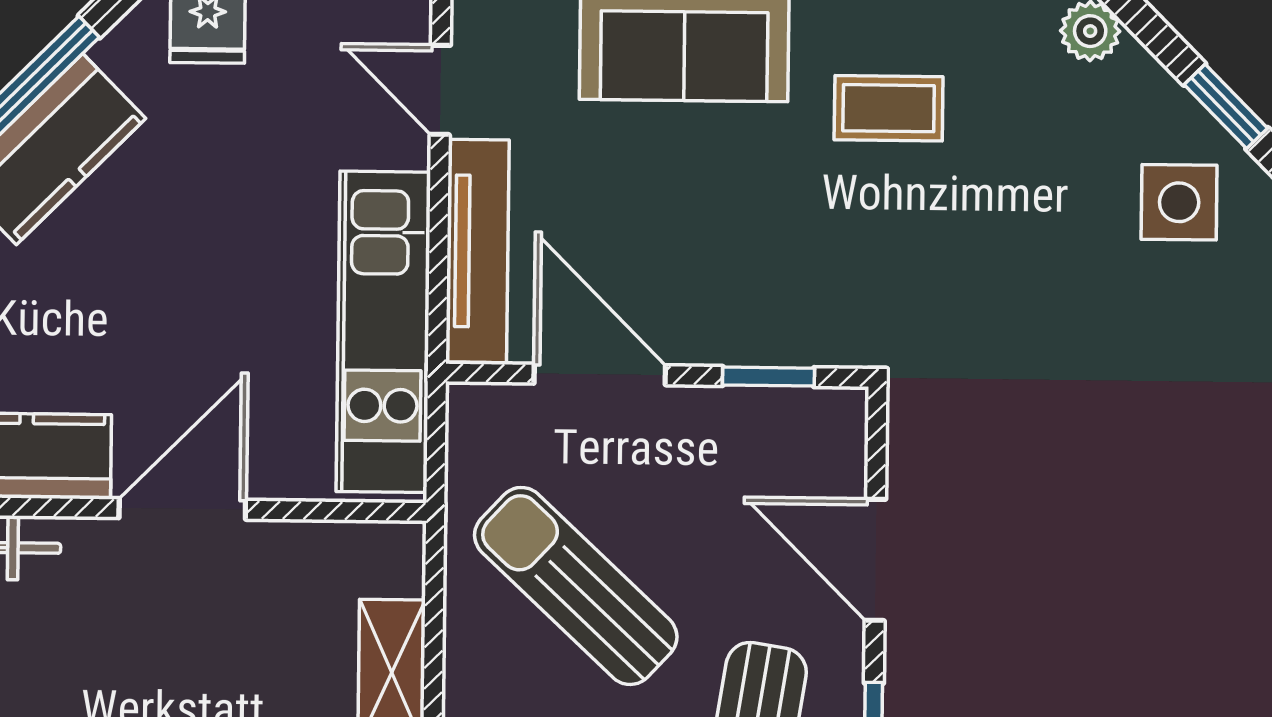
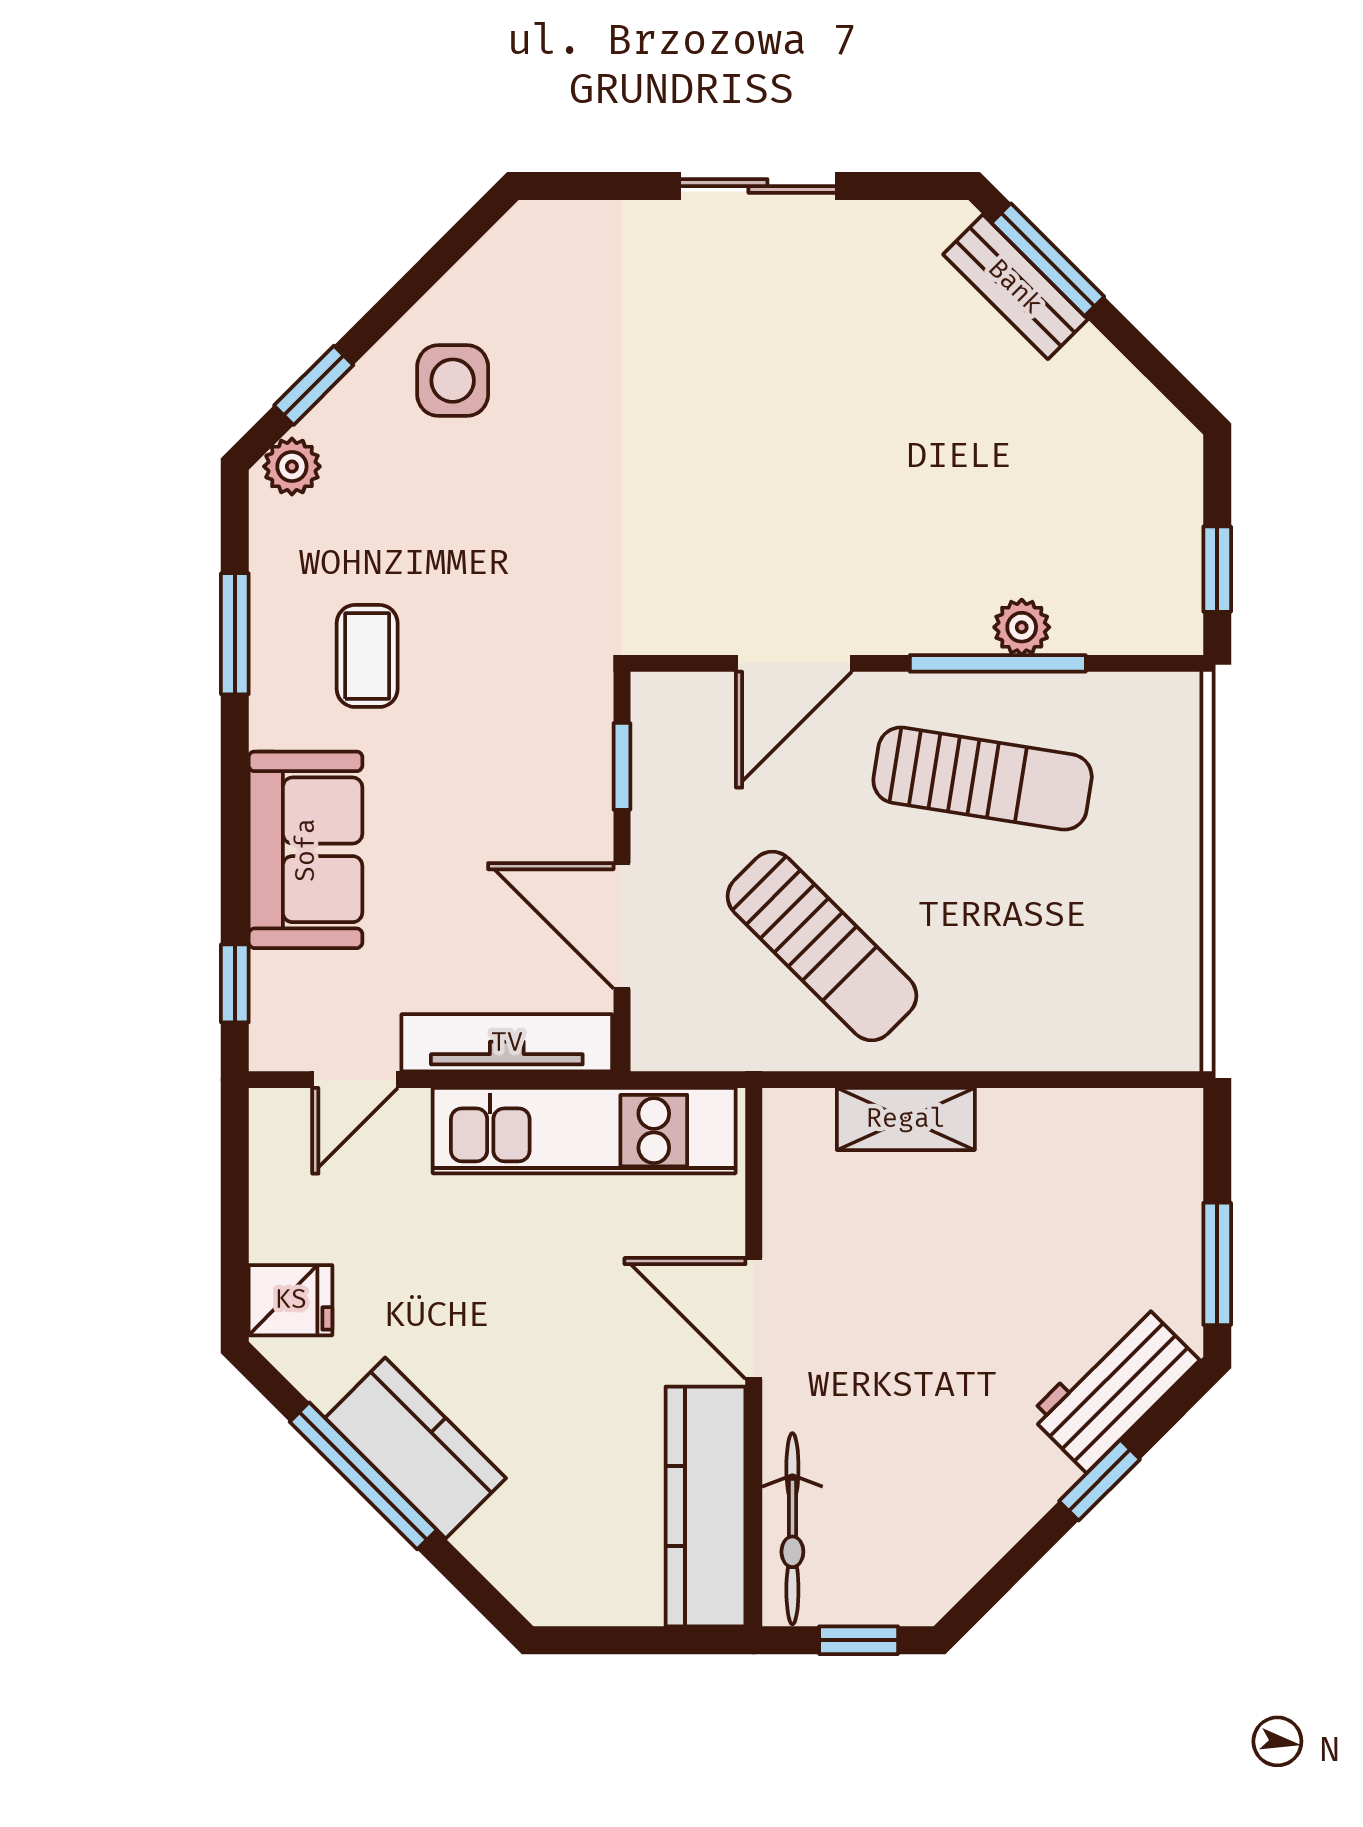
window: (1226, 106) -> (314, 385), moved
door: (600, 374) -> (622, 926), hinge flipped
sun lounger: (576, 586) -> (822, 946), turned -88

